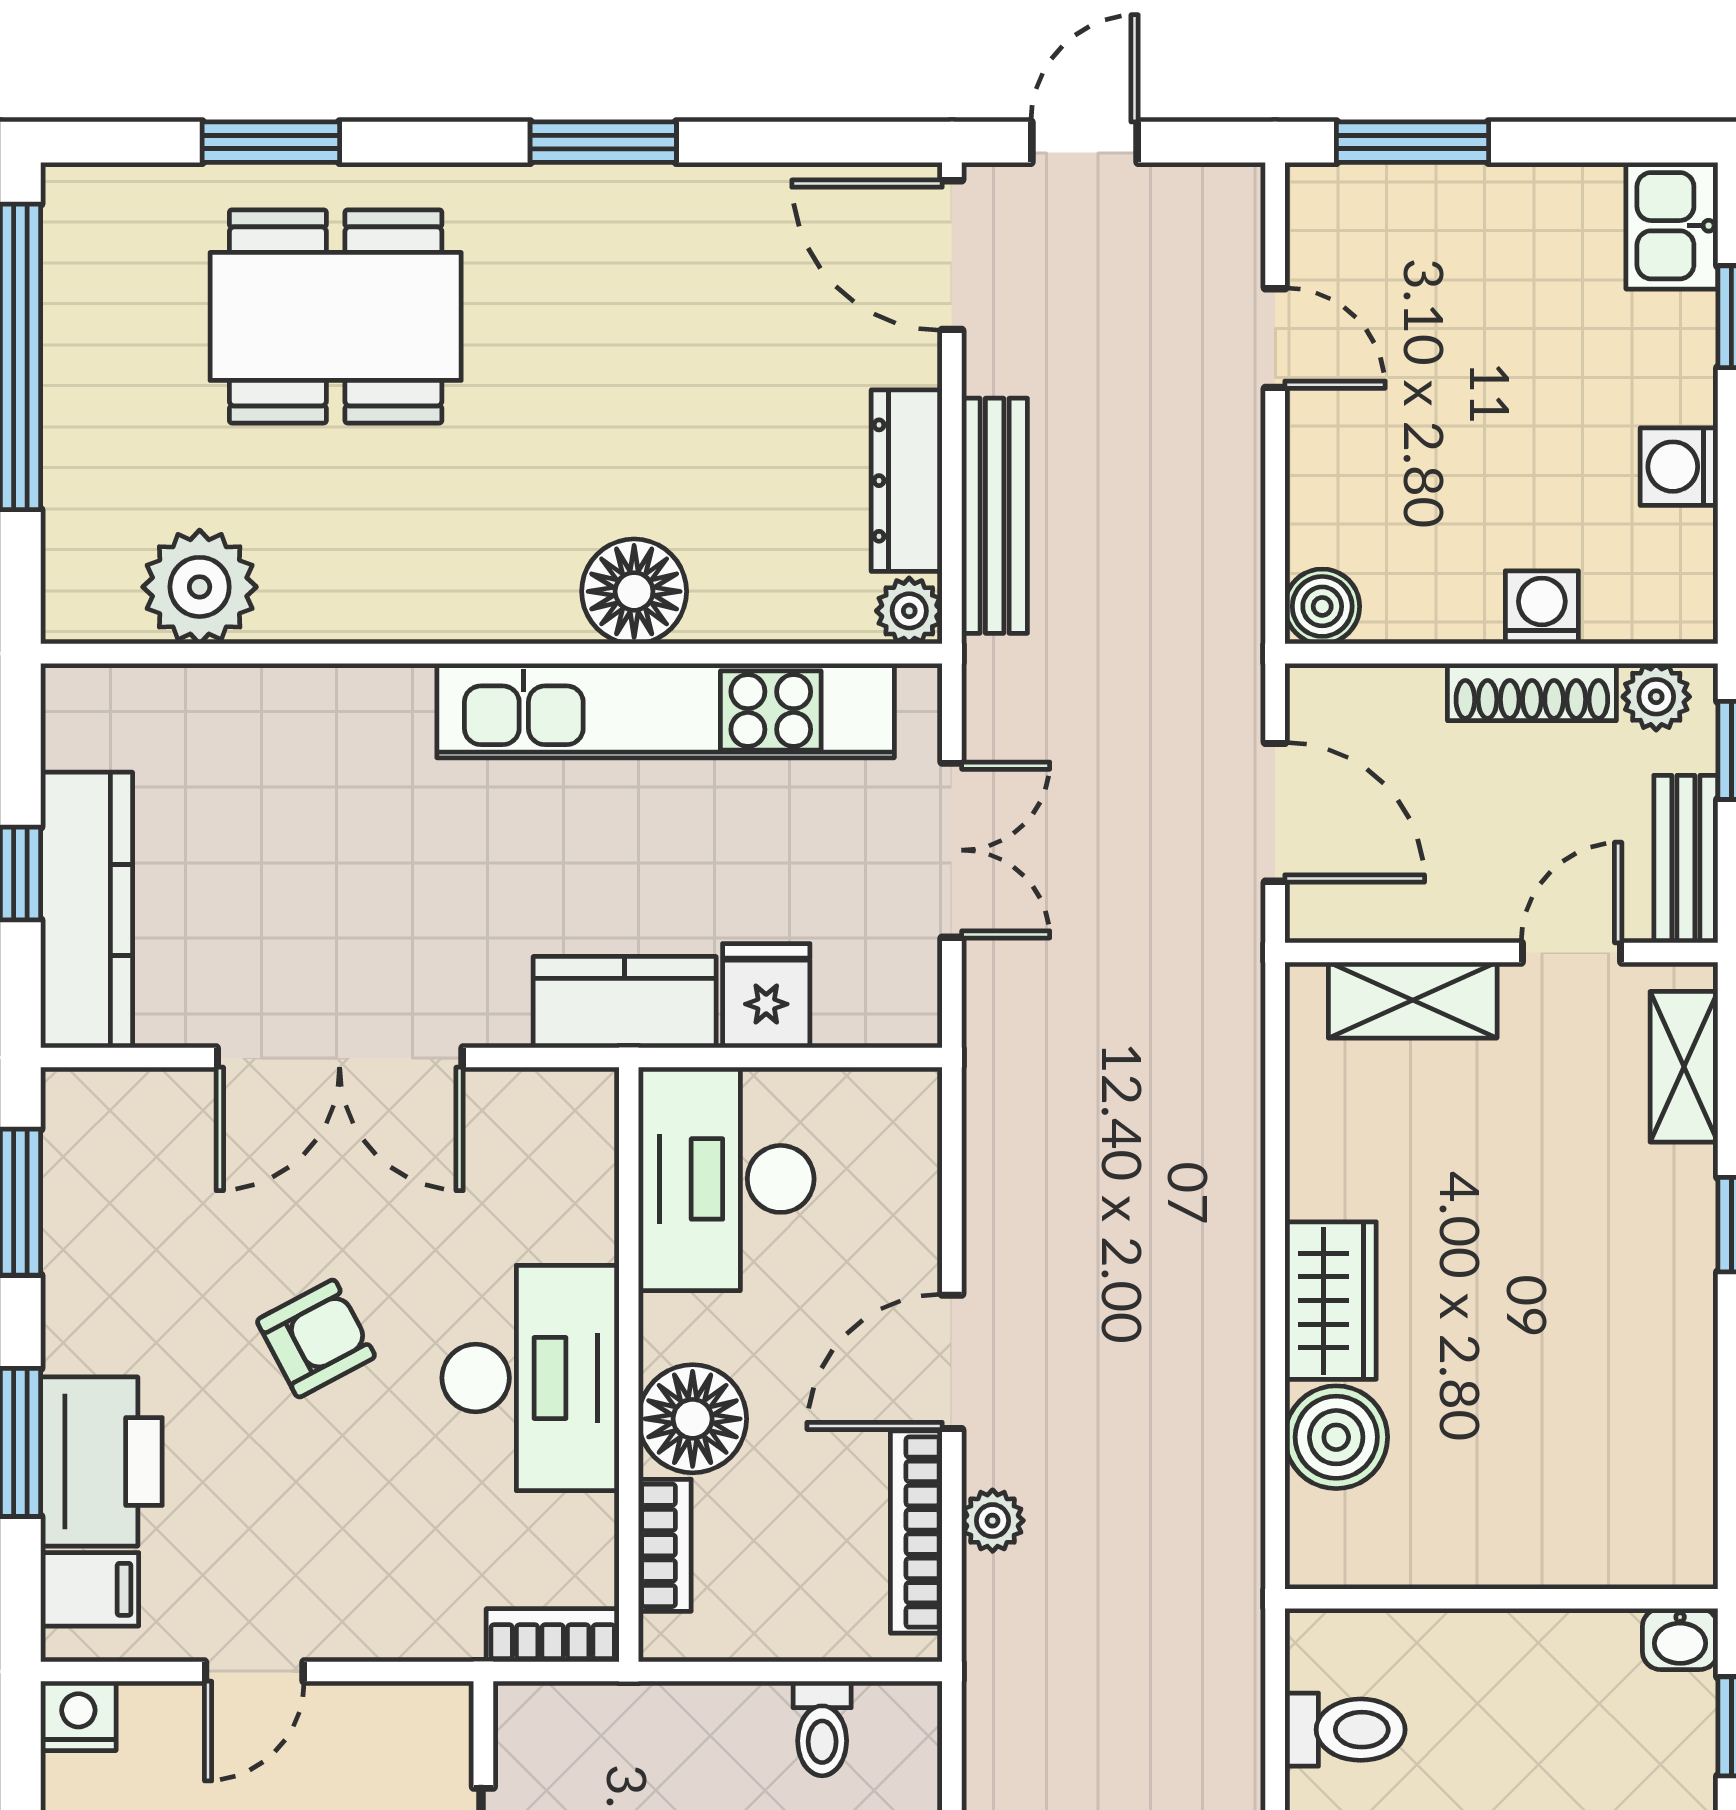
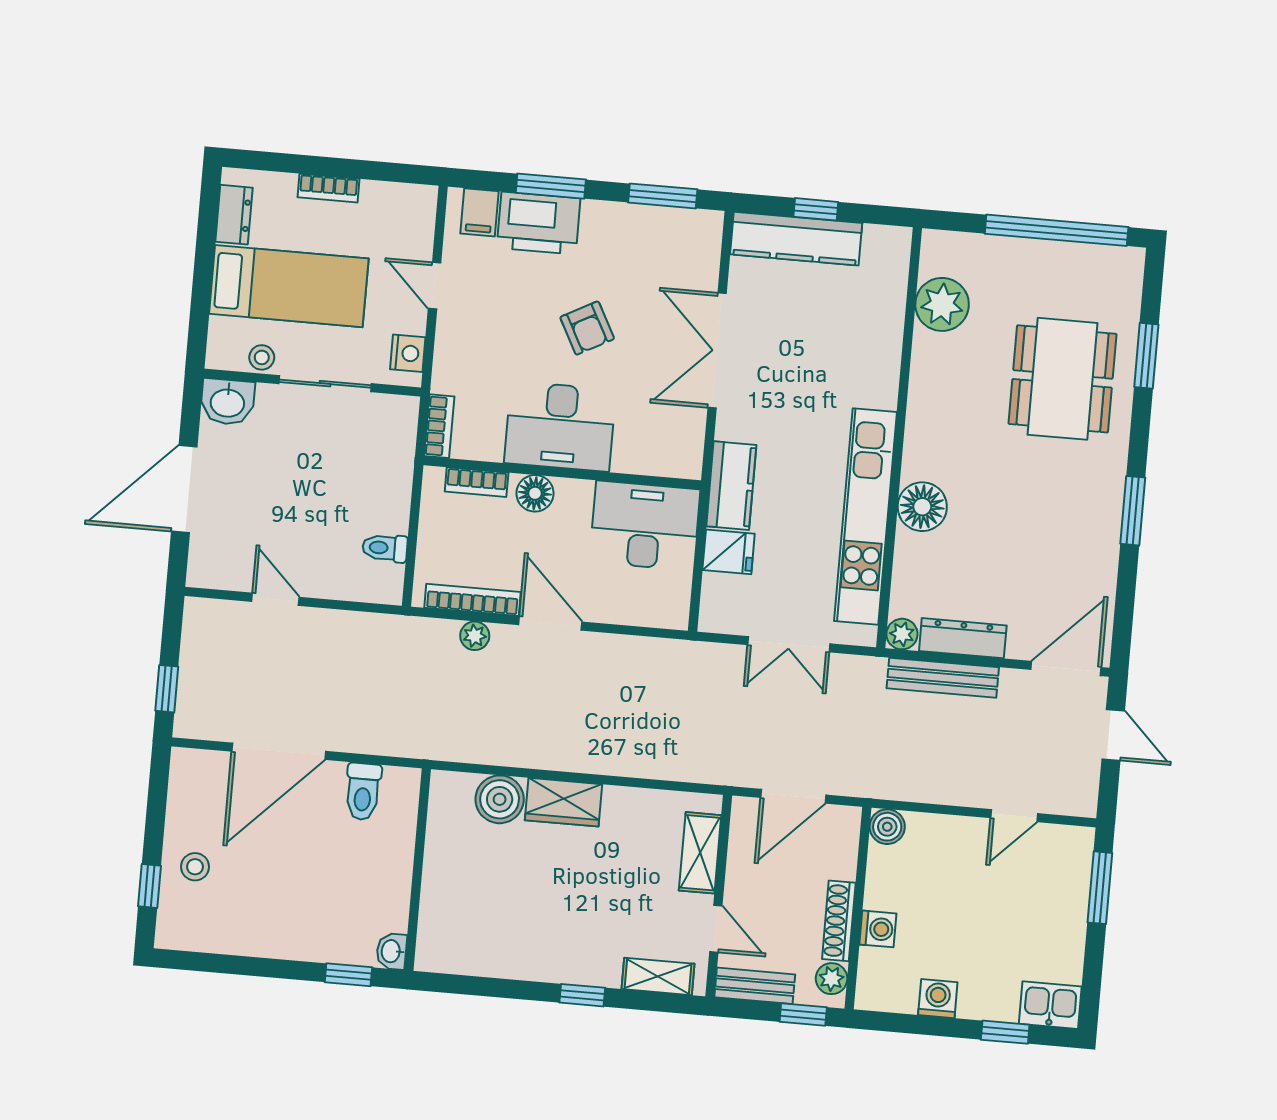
floor lamp: (693, 1419) -> (535, 493), width x0.73, depth x0.73
nightstand: (78, 1716) -> (408, 353), moved

